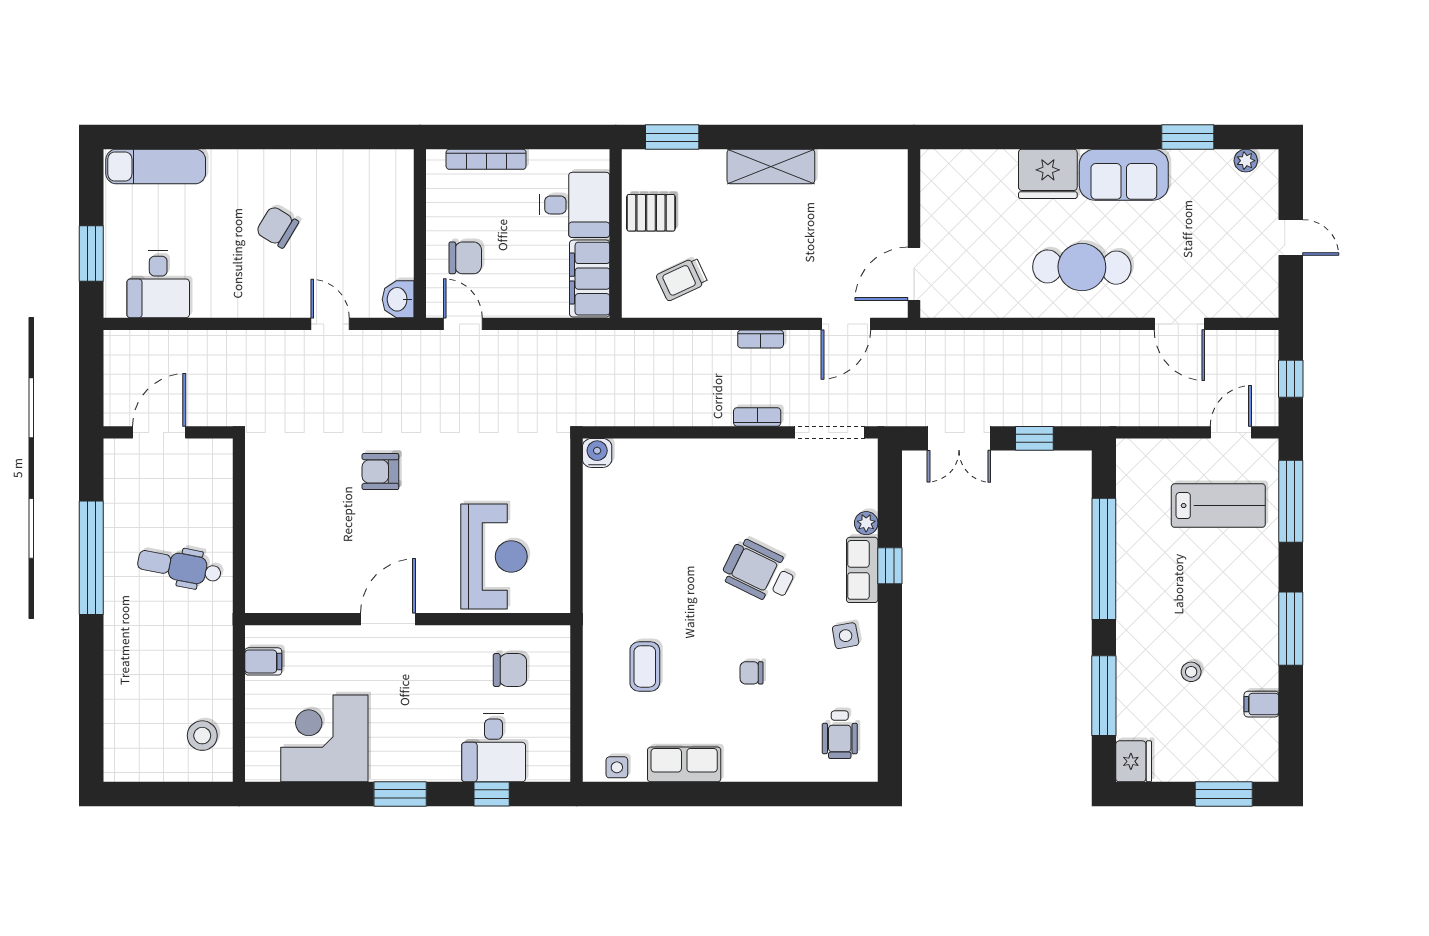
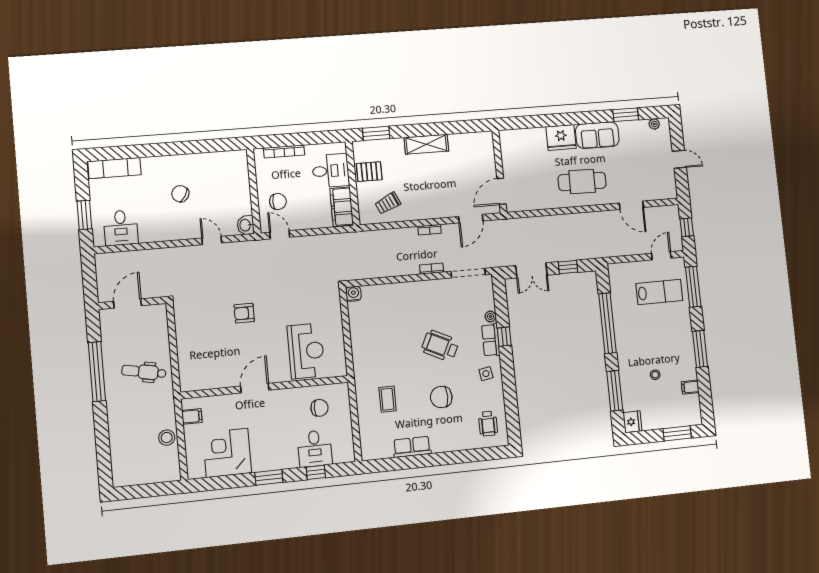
chair: (752, 673) -> (441, 397), width x1.87, depth x1.87
stool: (202, 736) -> (167, 438), moved
side table: (617, 767) -> (378, 452), removed

